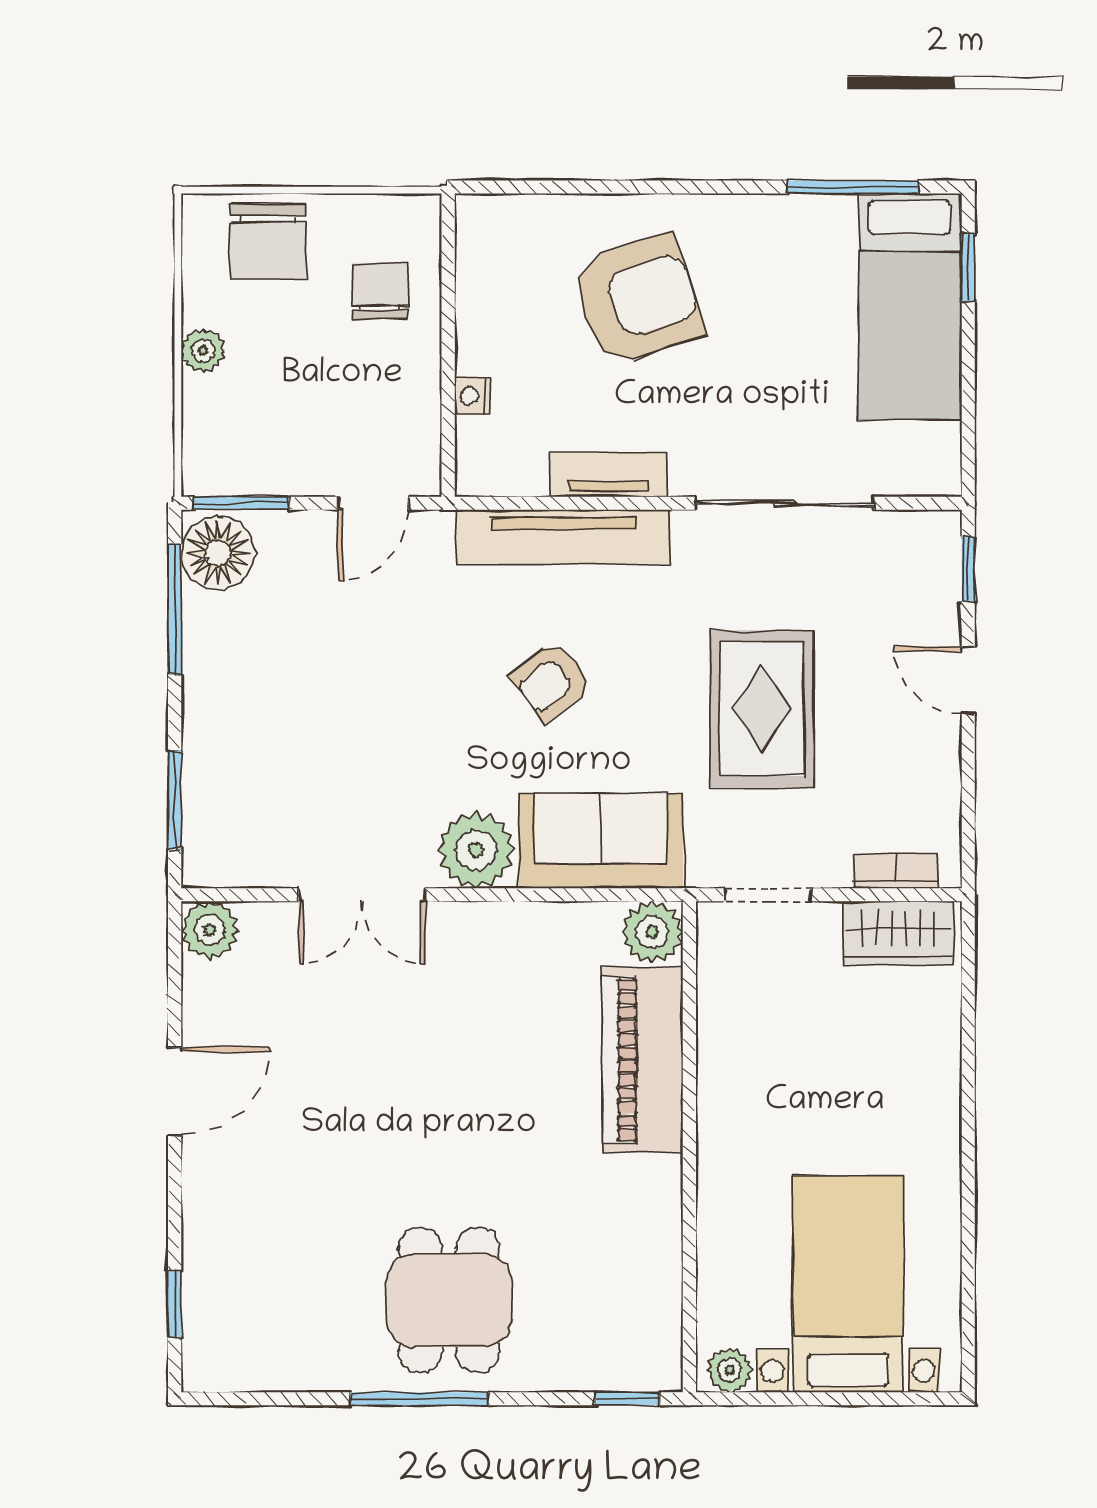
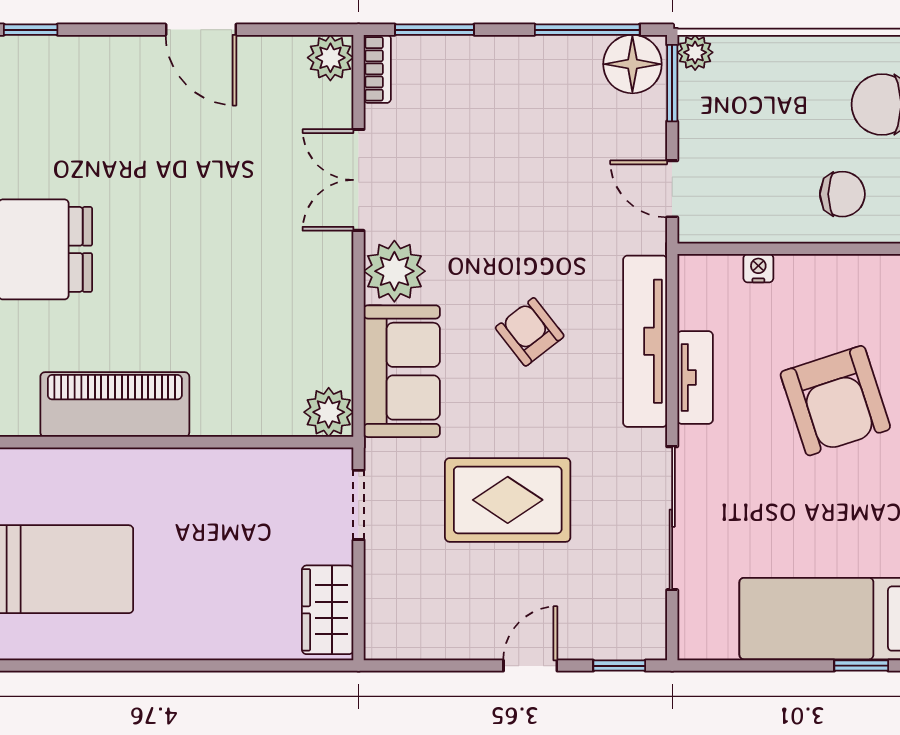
plant: (203, 350) -> (695, 52), moved
bookcase: (896, 871) -> (377, 69), moved
piano: (643, 1060) -> (115, 405), moved

